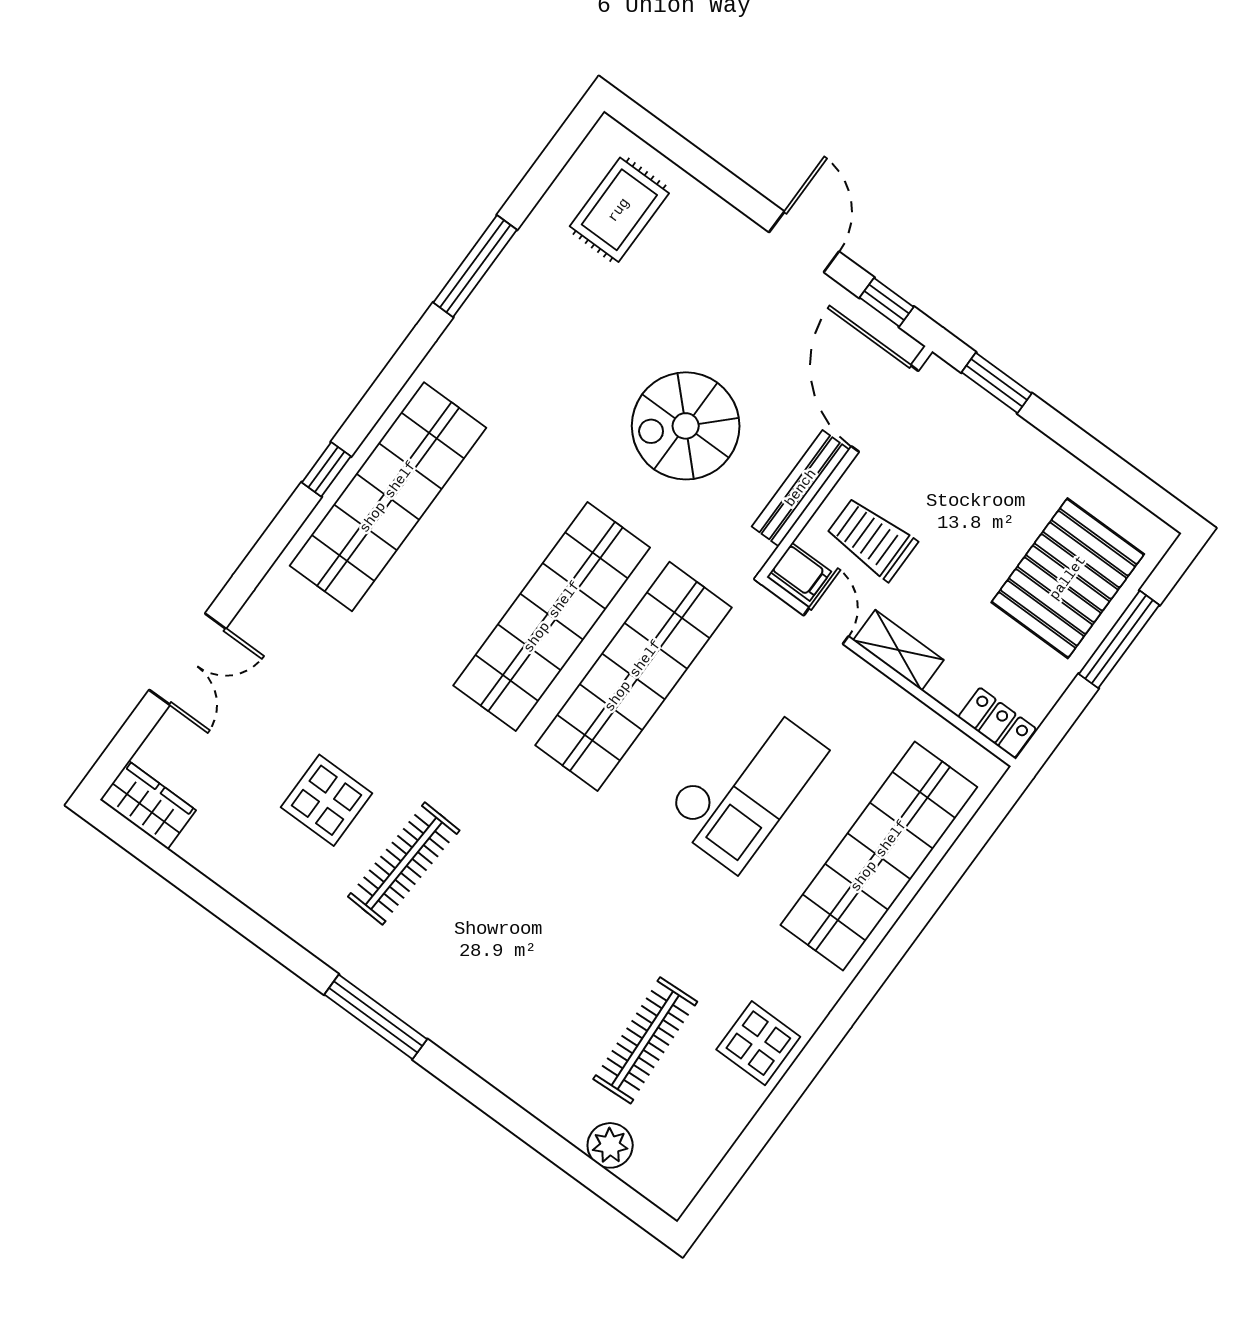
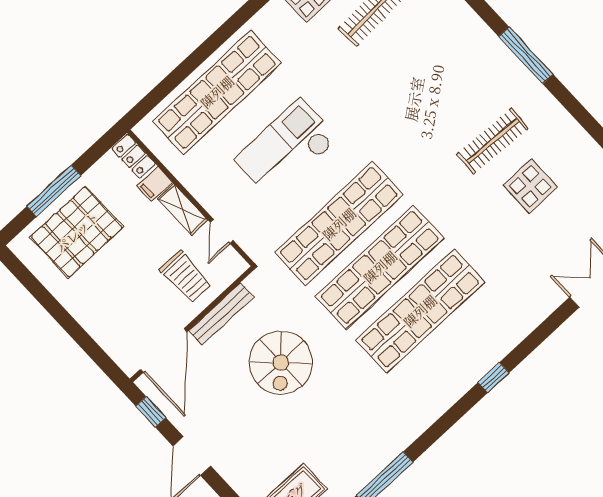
window: (997, 383) -> (96, 353), removed
spiral stairs: (686, 426) -> (281, 363), turned 90
shop shelf: (388, 497) -> (420, 311), moved
filing cabinet: (801, 572) -> (155, 184), moved, turned -90

